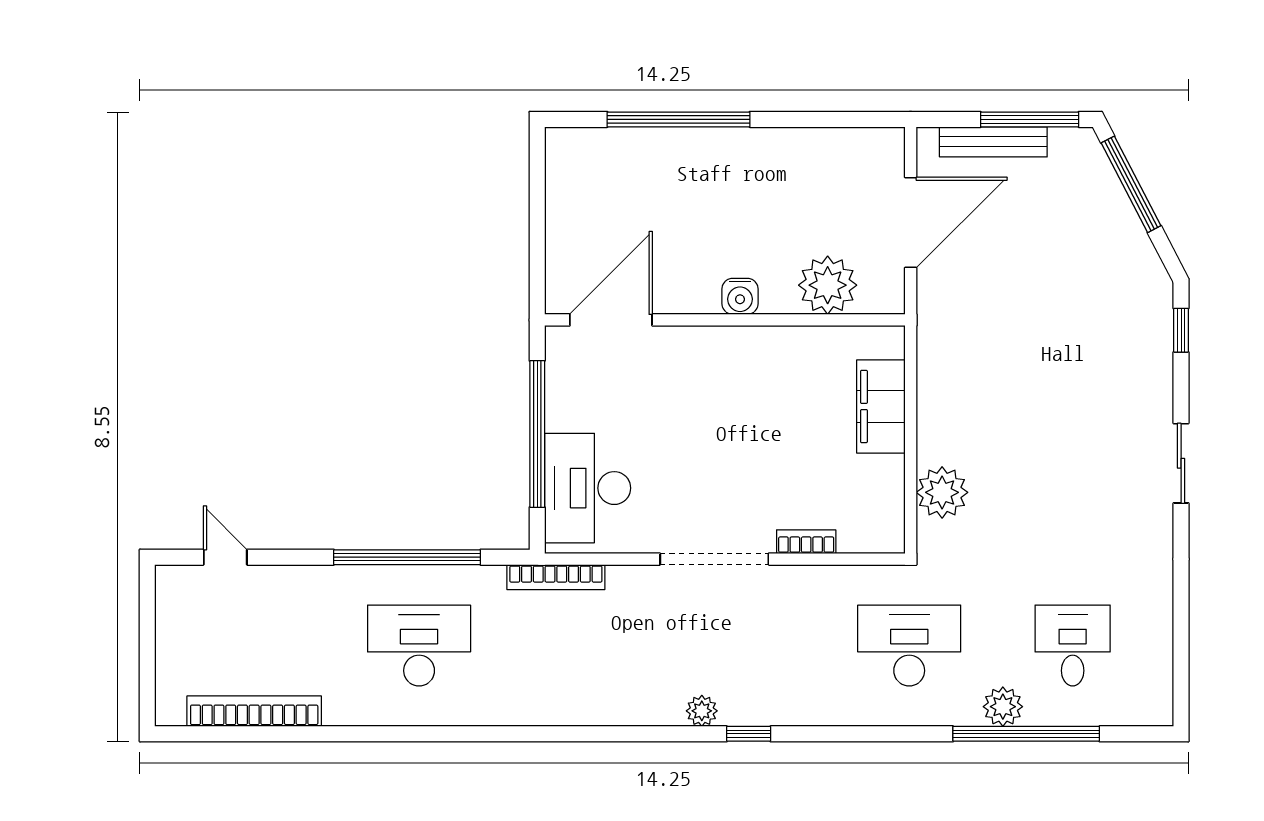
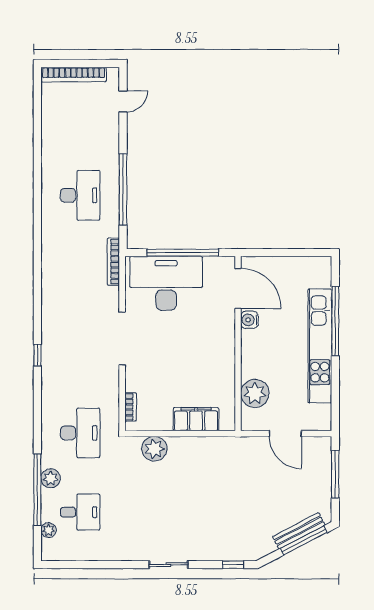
window: (1030, 119) -> (335, 474), moved
bench: (993, 142) -> (299, 531), moved, turned 63
kitchen unit: (730, 151) -> (320, 346), added
door: (911, 222) -> (285, 434), width x0.73
water cooler: (740, 296) -> (249, 320), moved
desk: (588, 488) -> (166, 283), width x1.36, depth x1.30
bookcase: (806, 542) -> (131, 407), moved
bookcase: (254, 711) -> (74, 75), moved, turned 90
plant: (702, 711) -> (49, 530), moved

